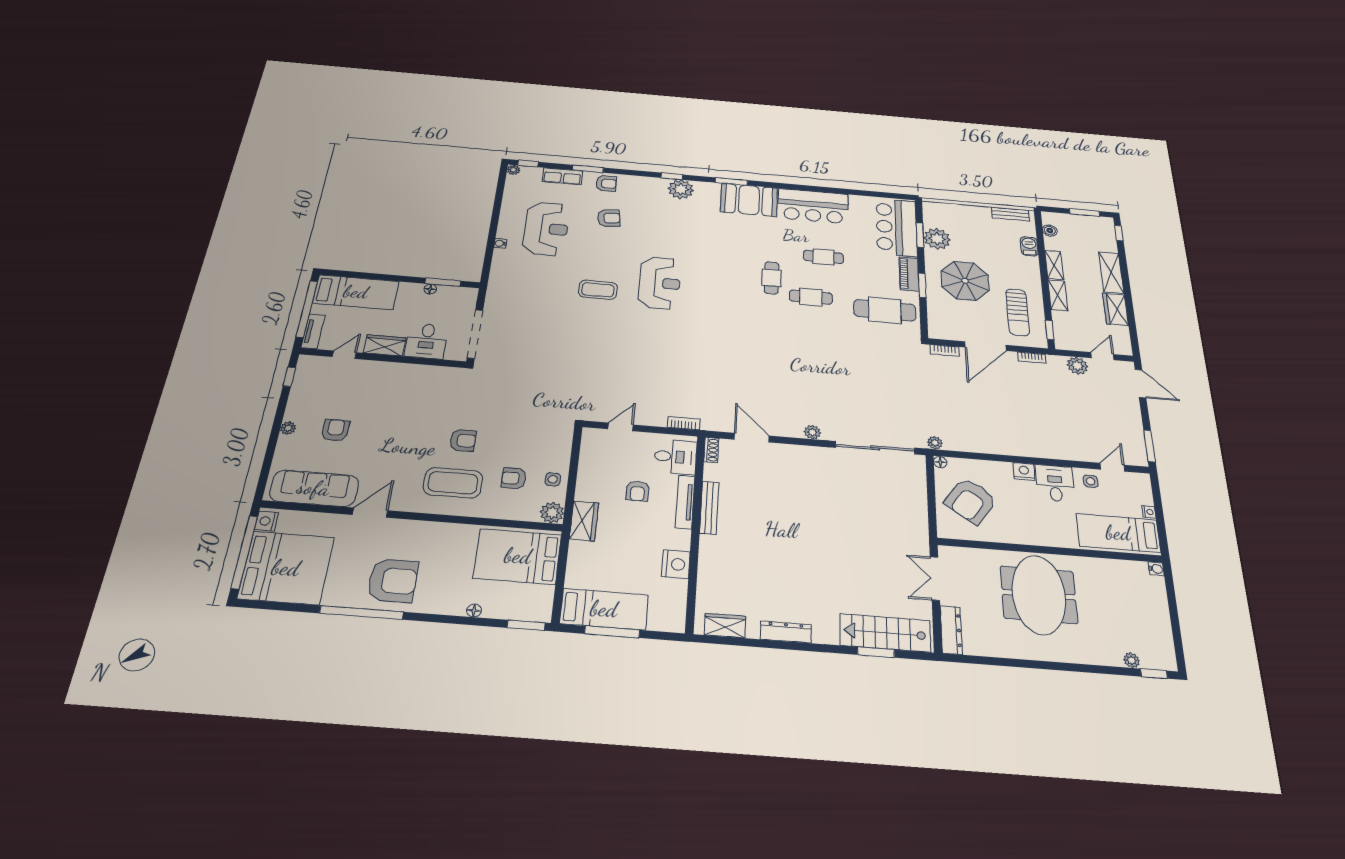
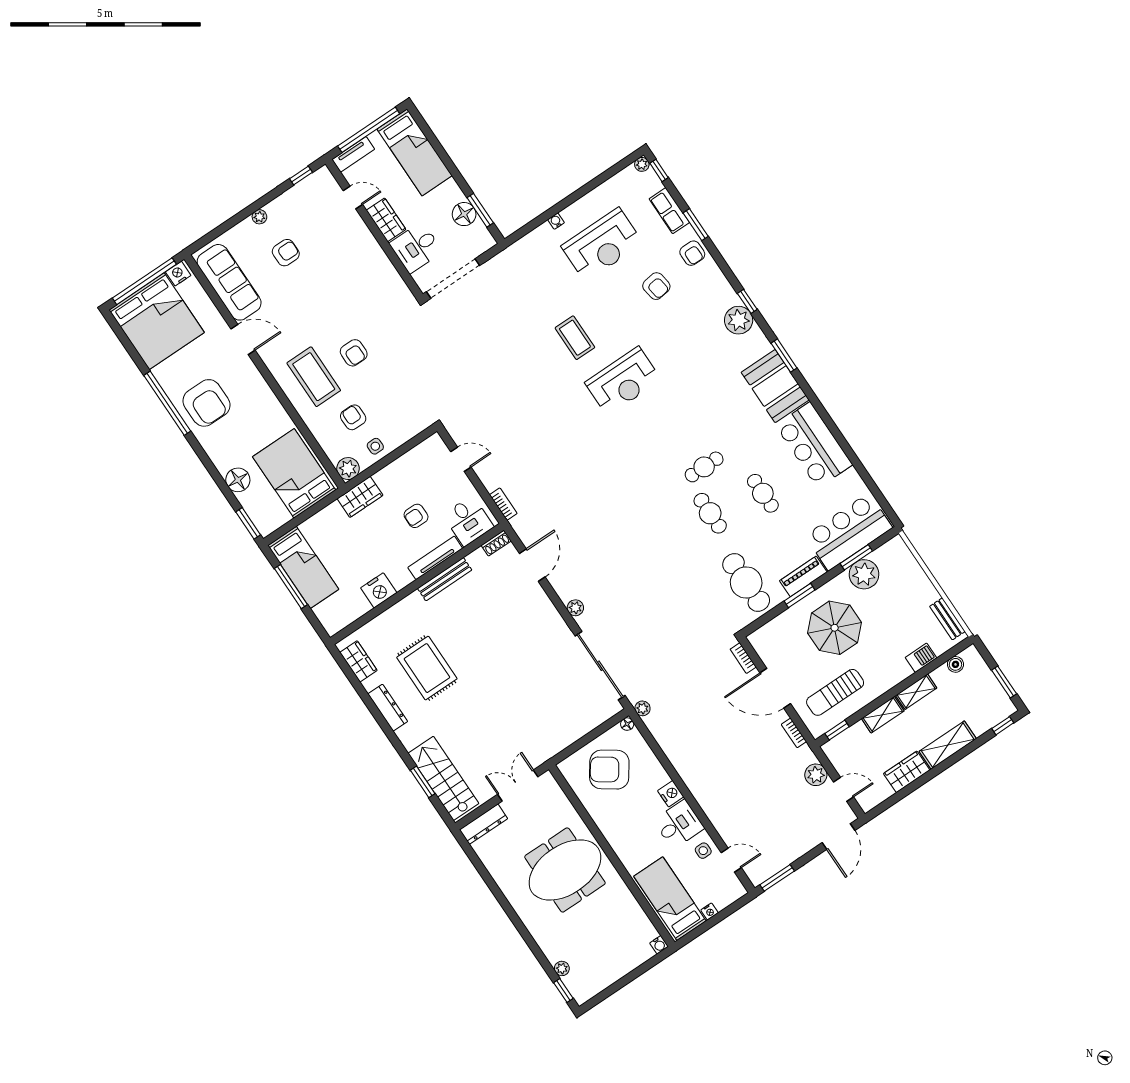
floor lamp: (430, 289) -> (464, 214), width x1.89, depth x1.89
rug: (775, 575) -> (427, 668), added
floor lamp: (474, 610) -> (238, 480), width x1.89, depth x1.89

